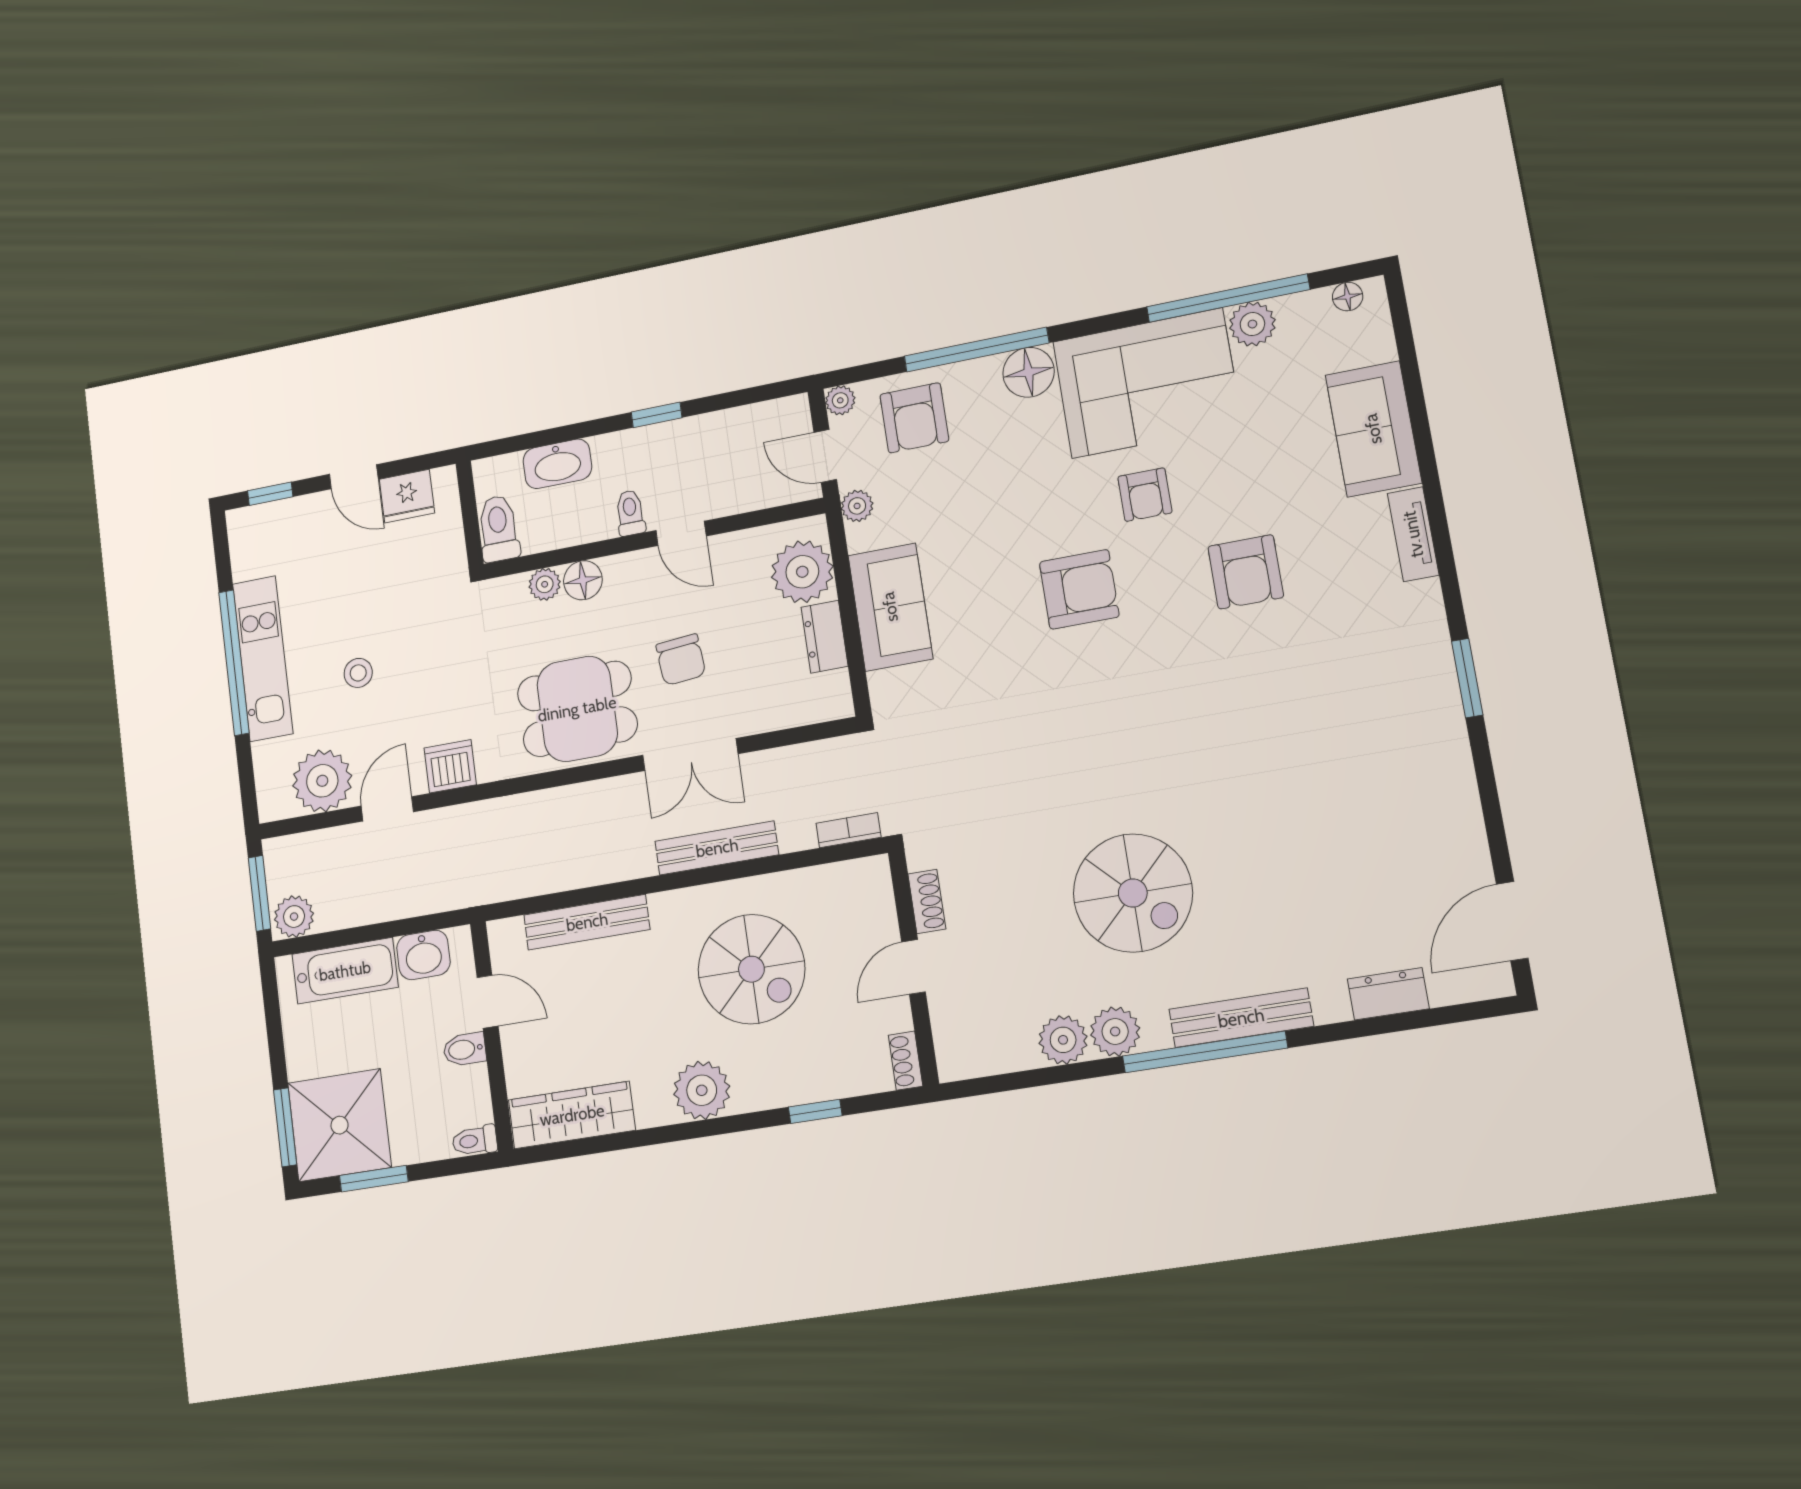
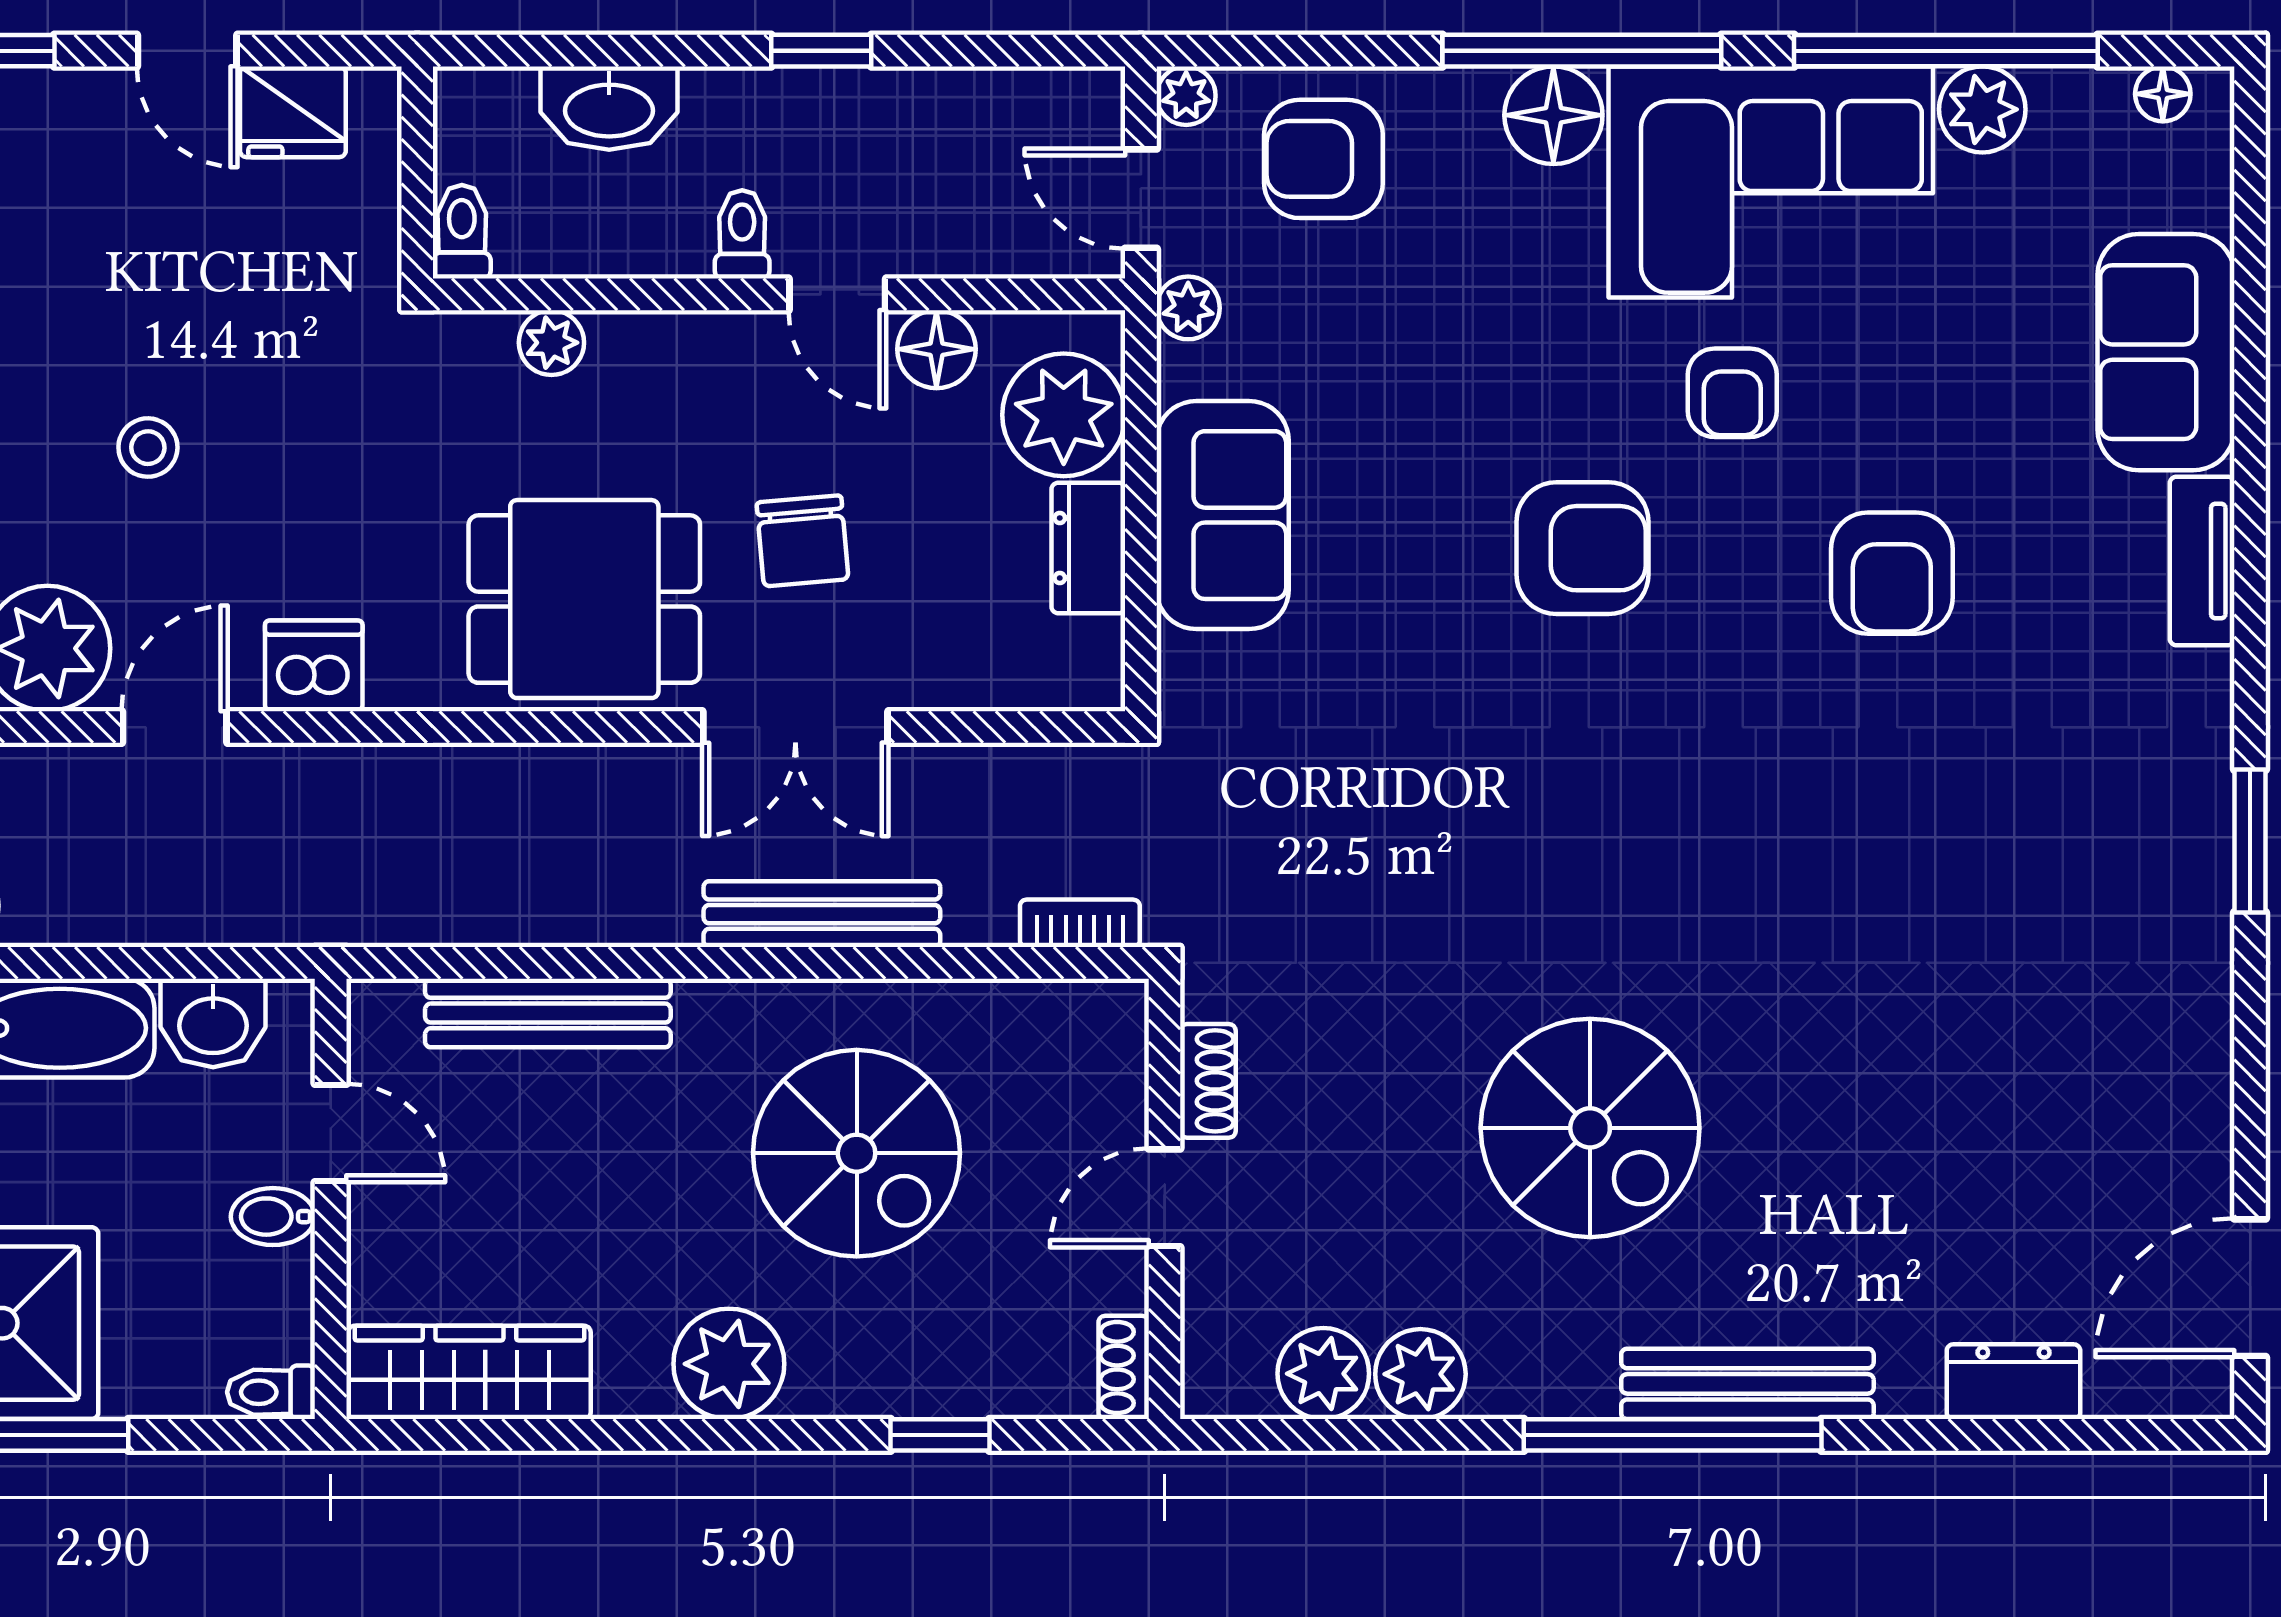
window: (976, 350) -> (1582, 51), moved
armchair: (914, 418) -> (1323, 159), turned 90
toilet: (498, 528) -> (462, 232), width x0.73, depth x0.72
floor lamp: (583, 580) -> (936, 349), moved
plant: (1115, 1031) -> (1323, 1374), moved

